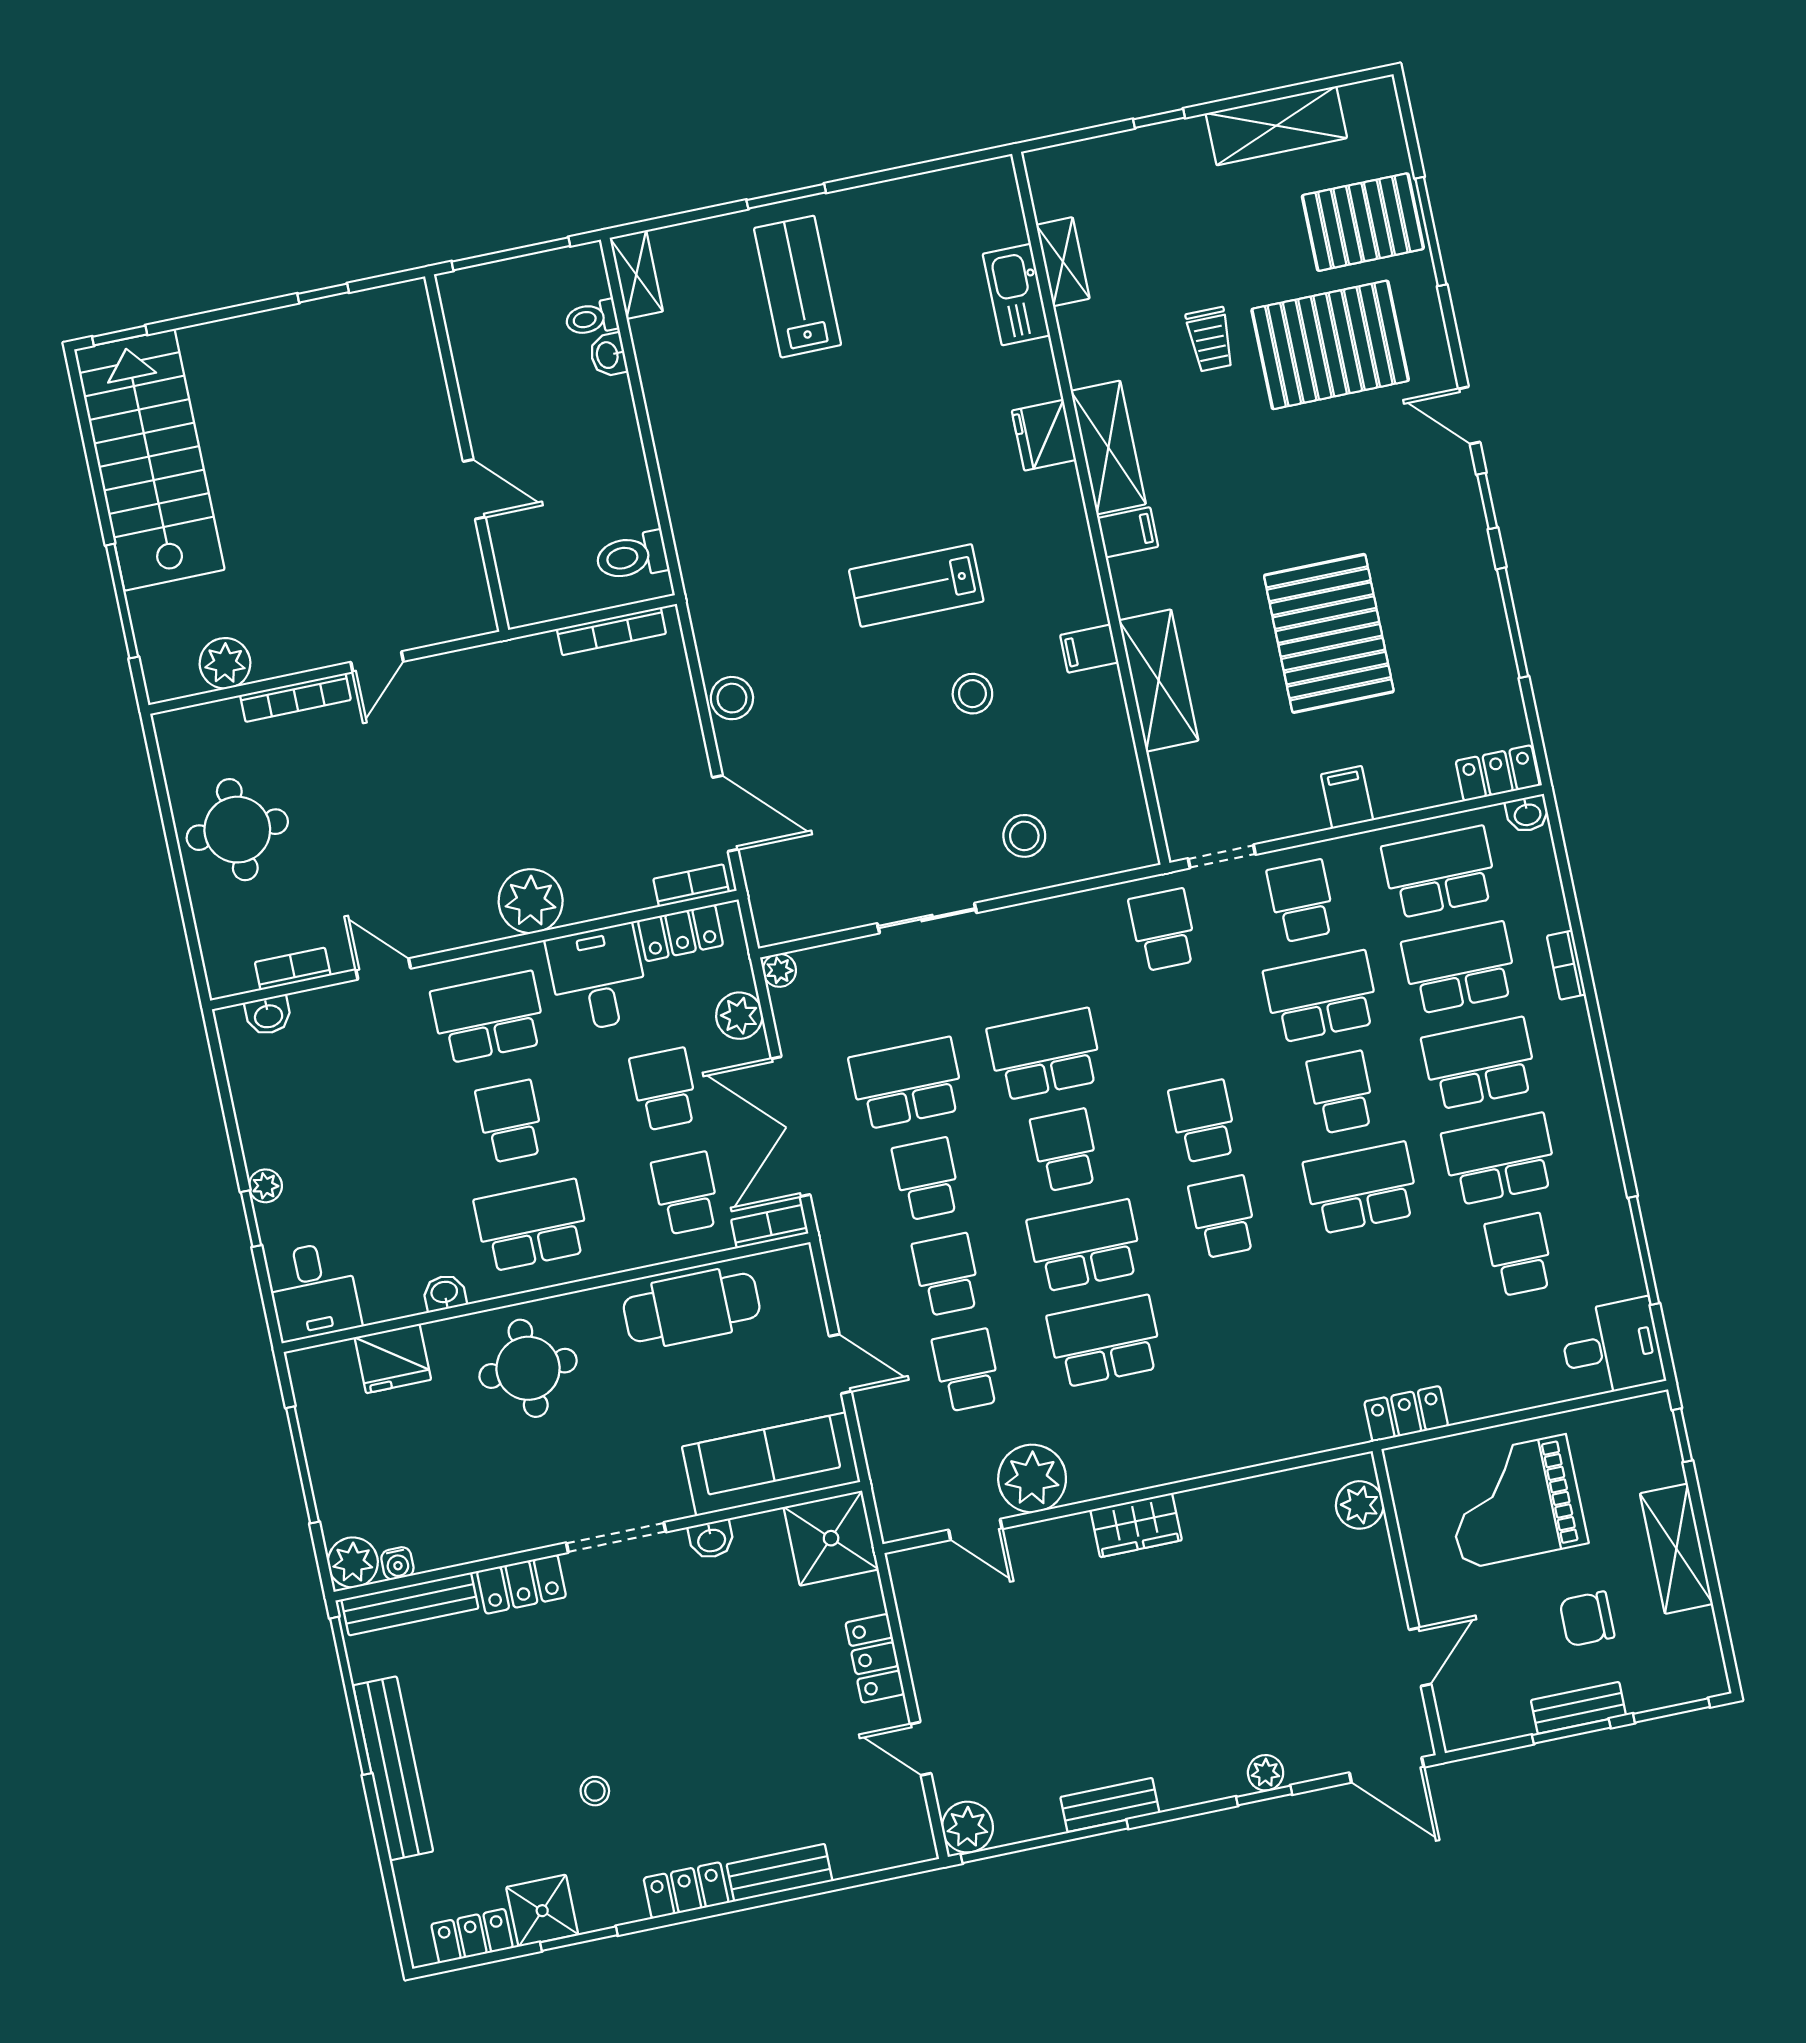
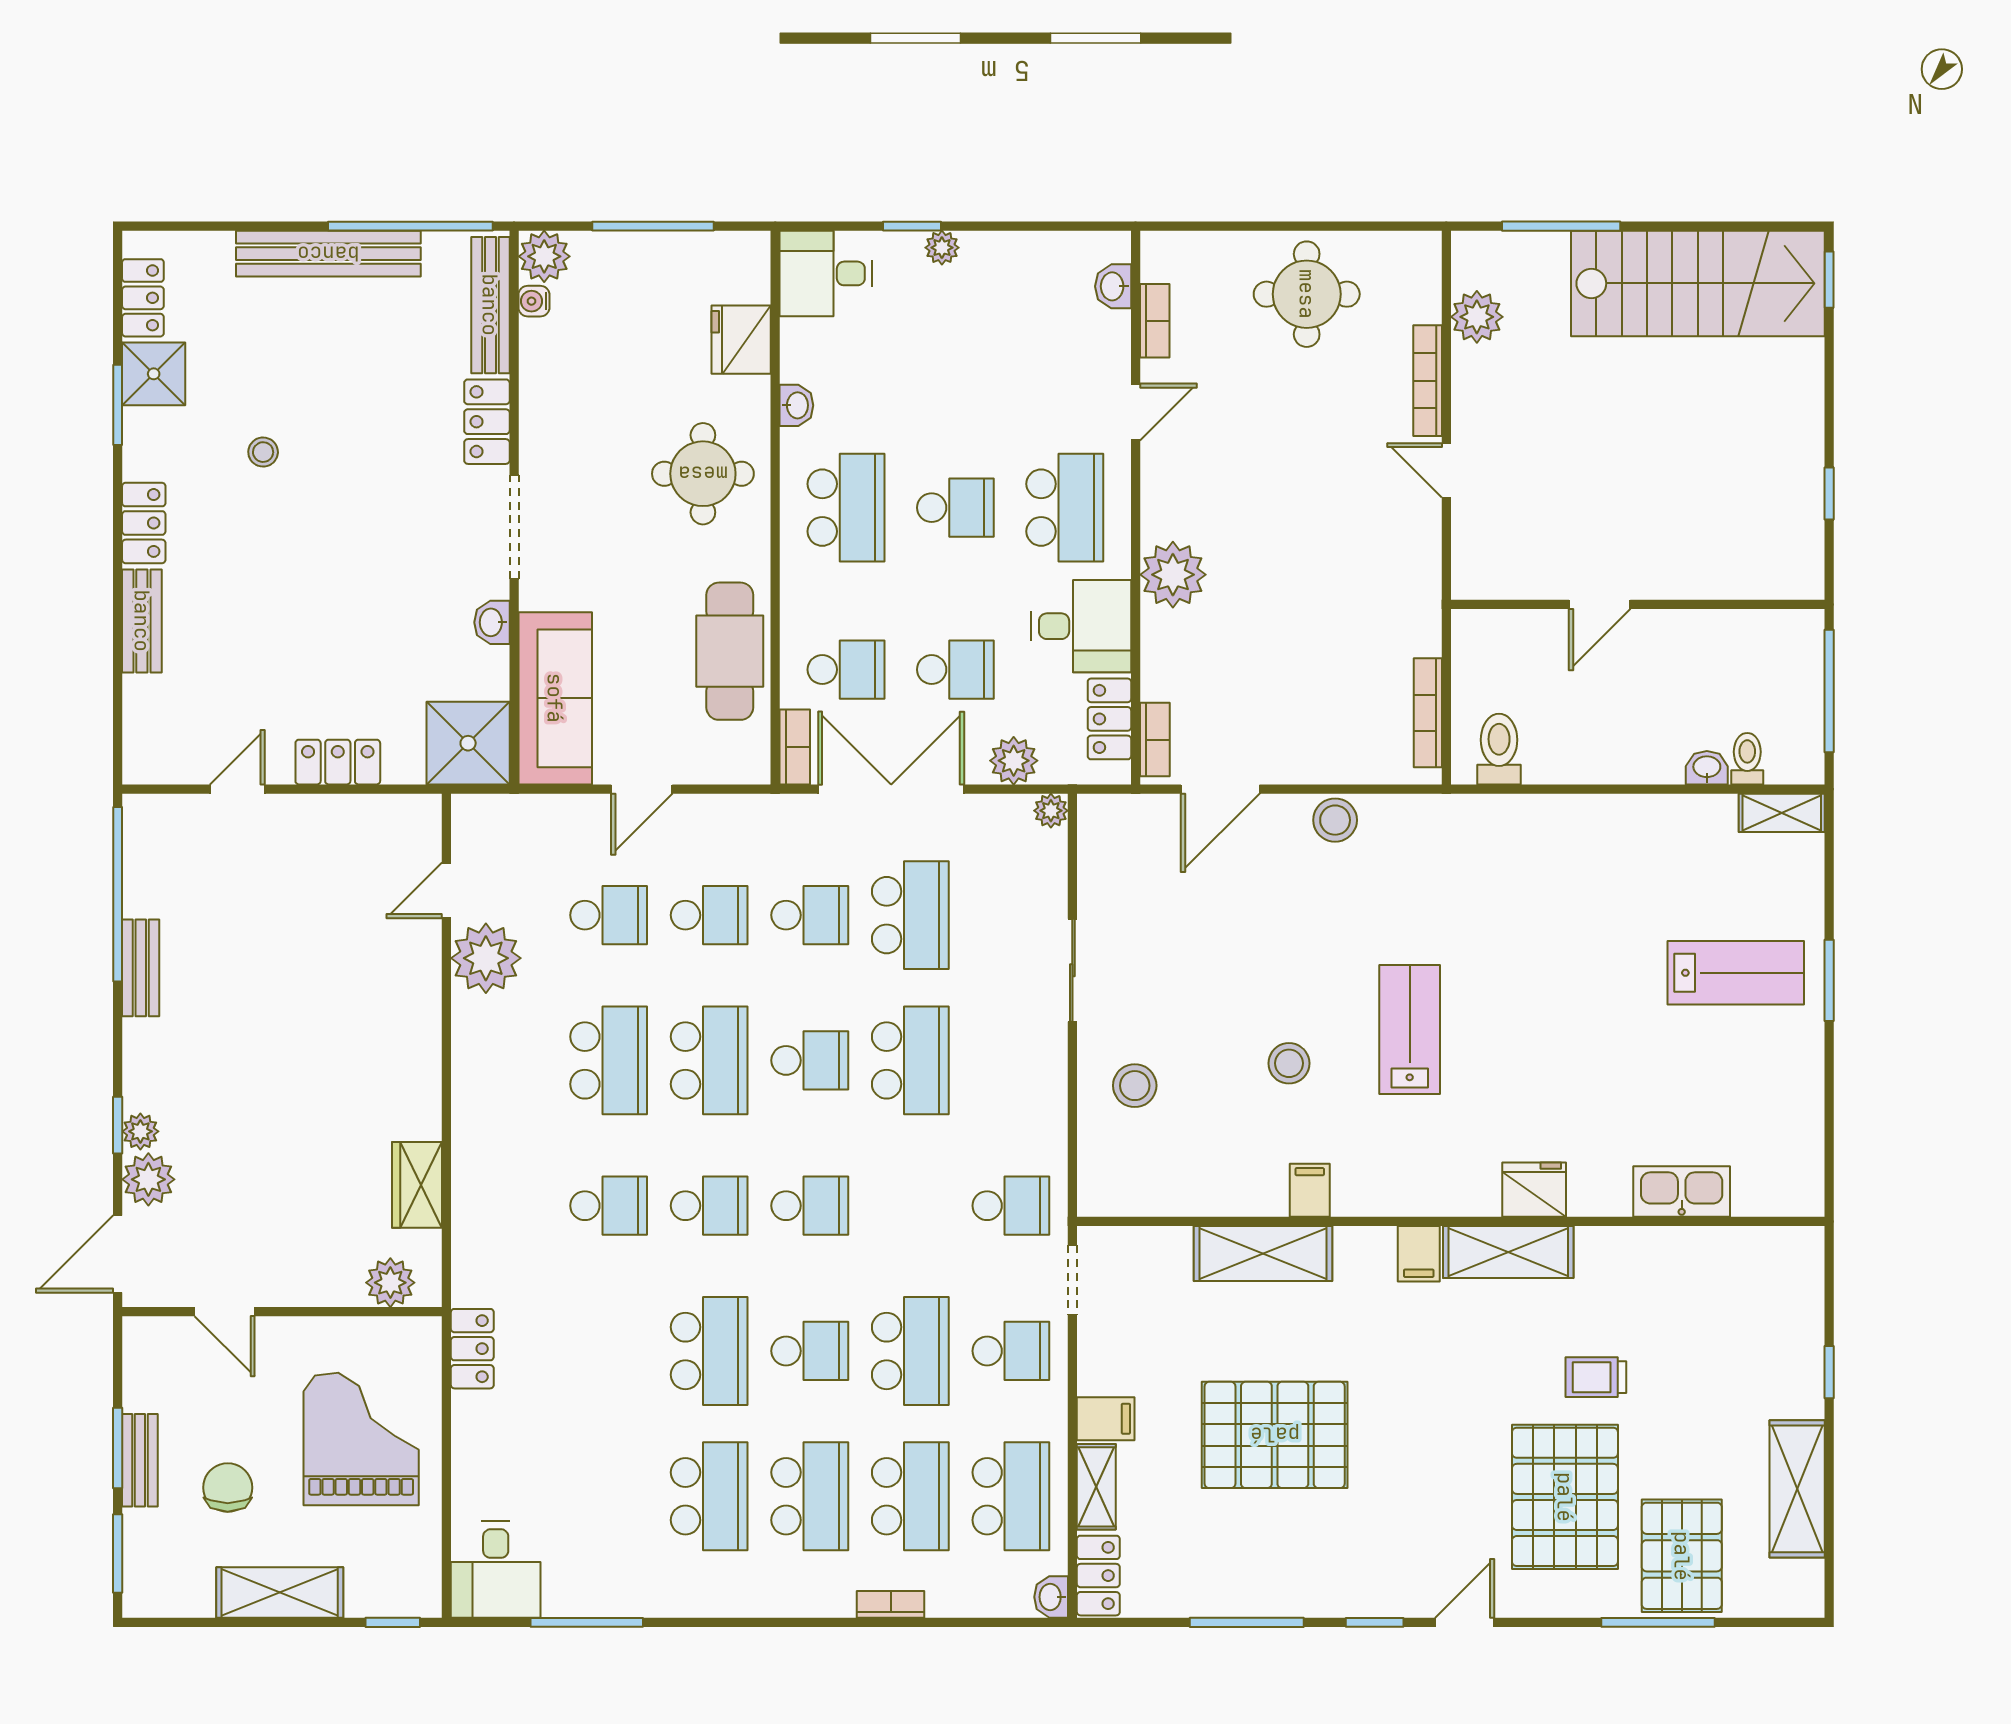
shelving: (1063, 262) -> (1096, 1487), moved, turned 90
school desk: (1520, 1255) -> (609, 1206), moved
wardrobe: (1136, 1525) -> (417, 1185), moved
plant: (967, 1827) -> (148, 1179), moved

